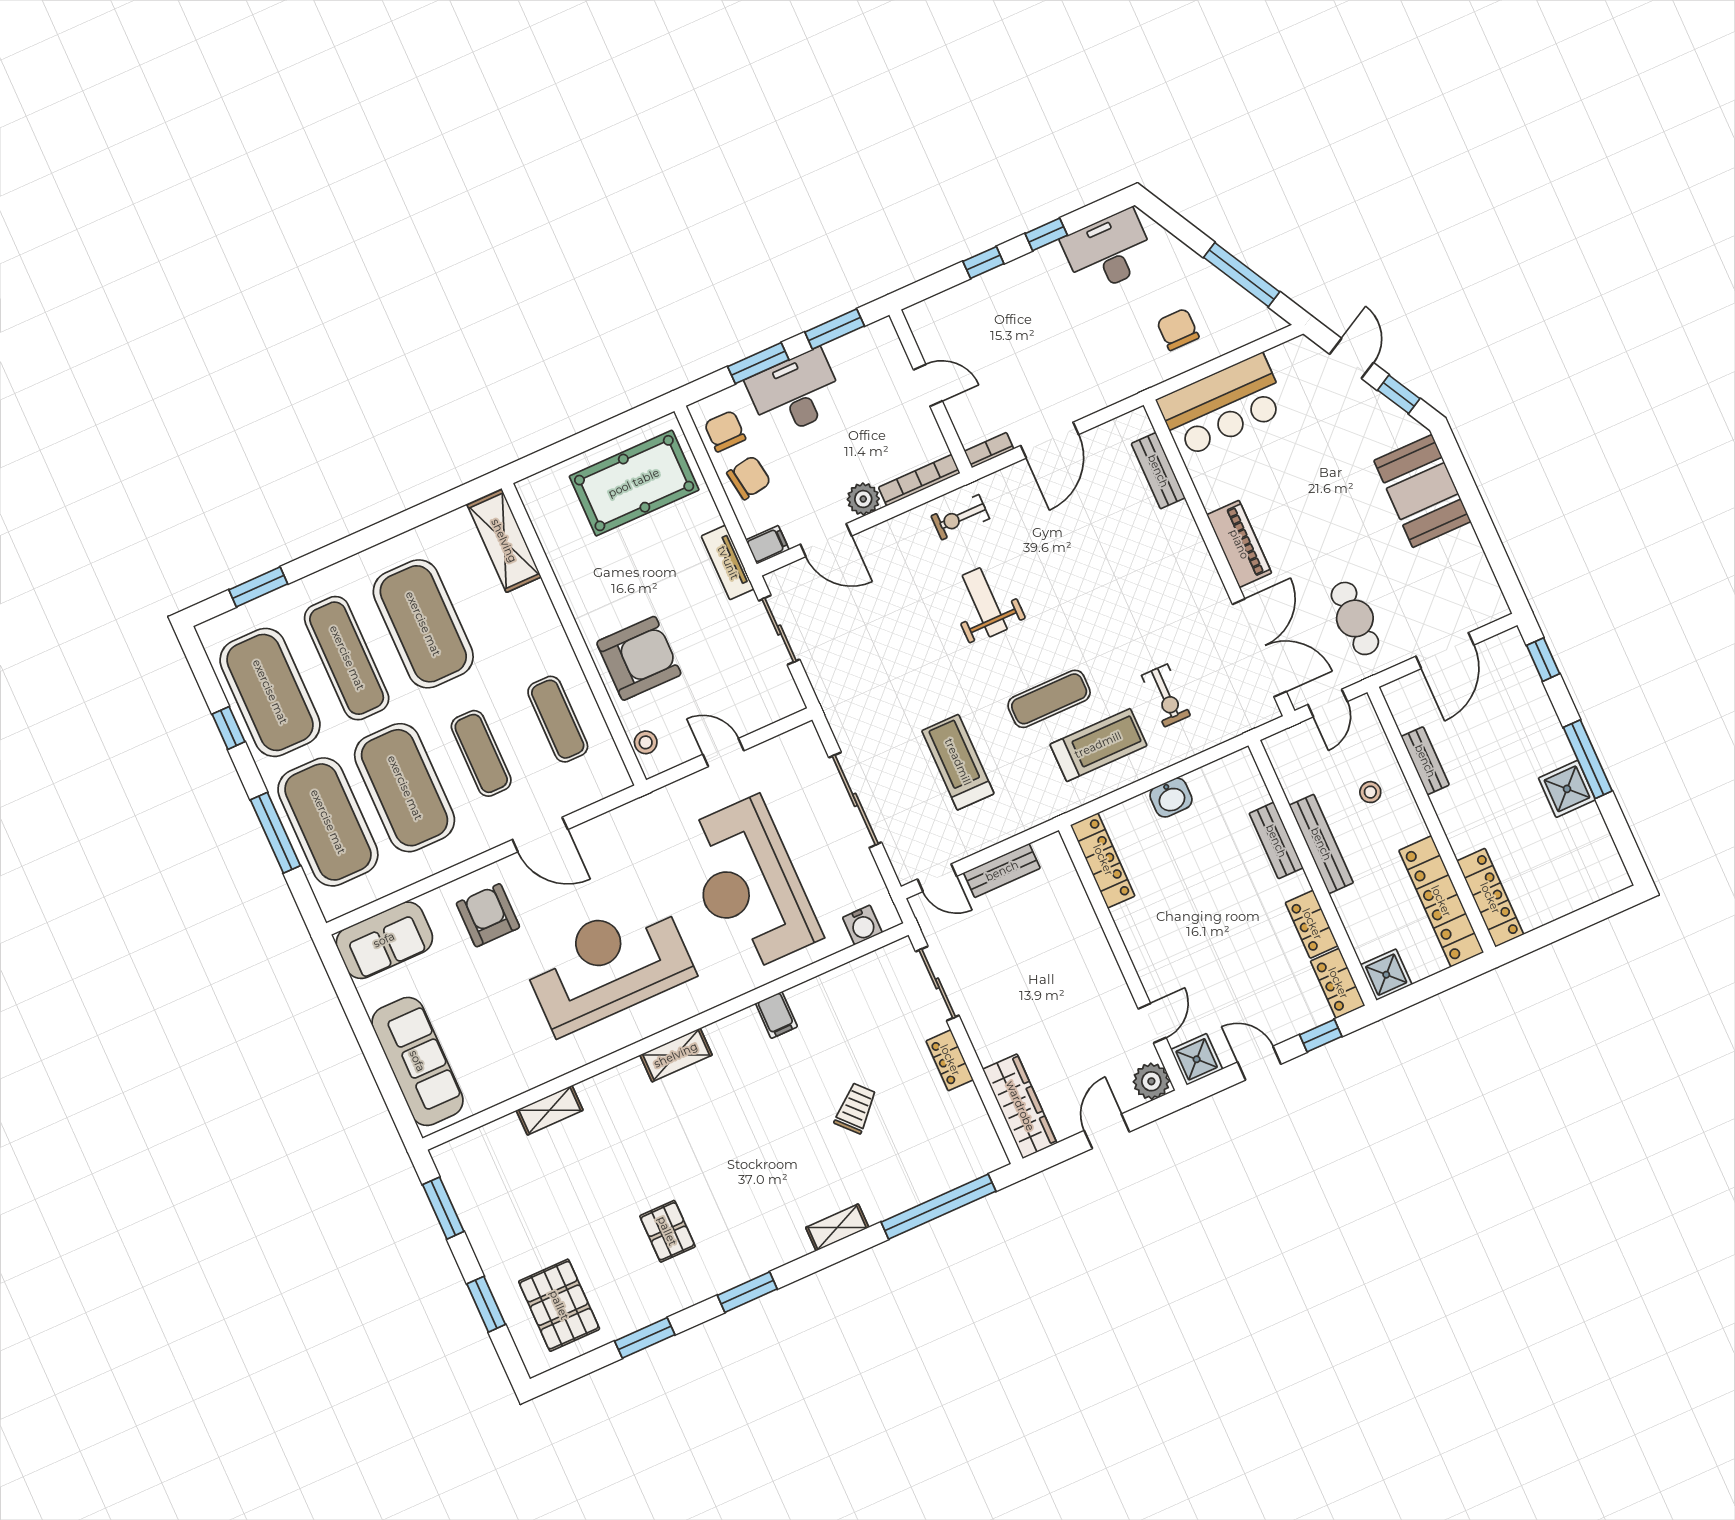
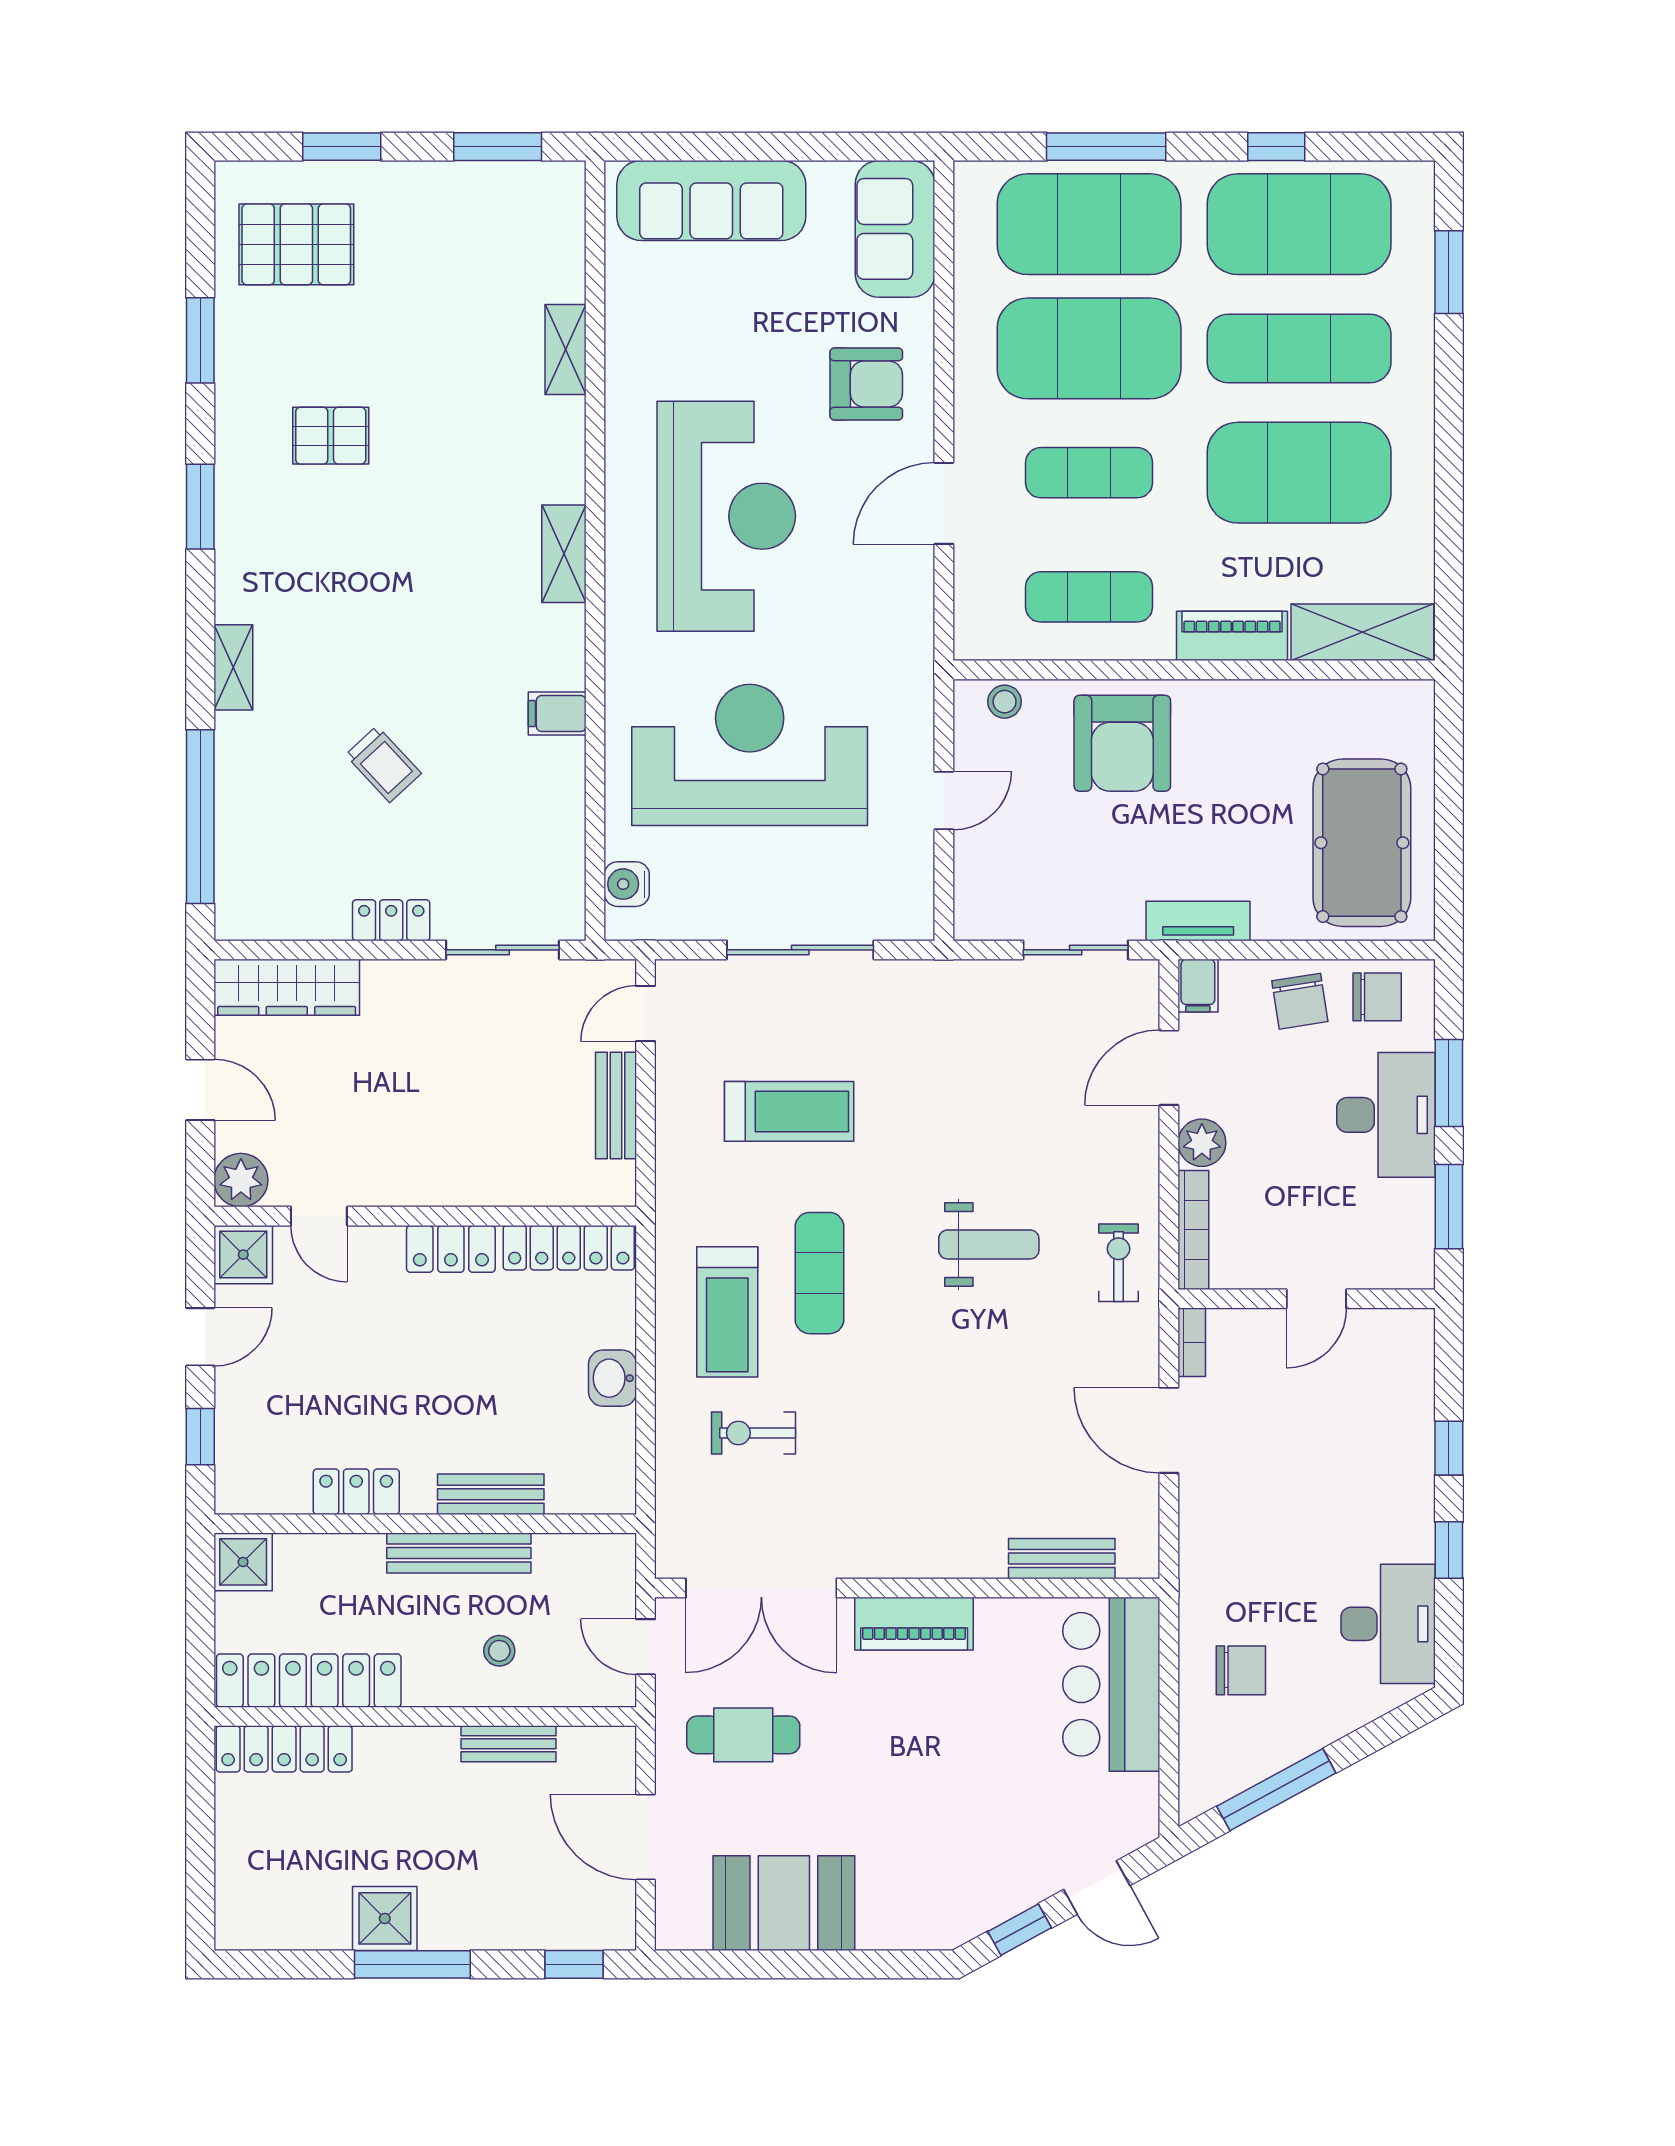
booth: (1422, 491) -> (784, 1903), moved
piano: (542, 620) -> (1232, 636), added
locker: (1338, 983) -> (451, 1249), moved, turned 180

